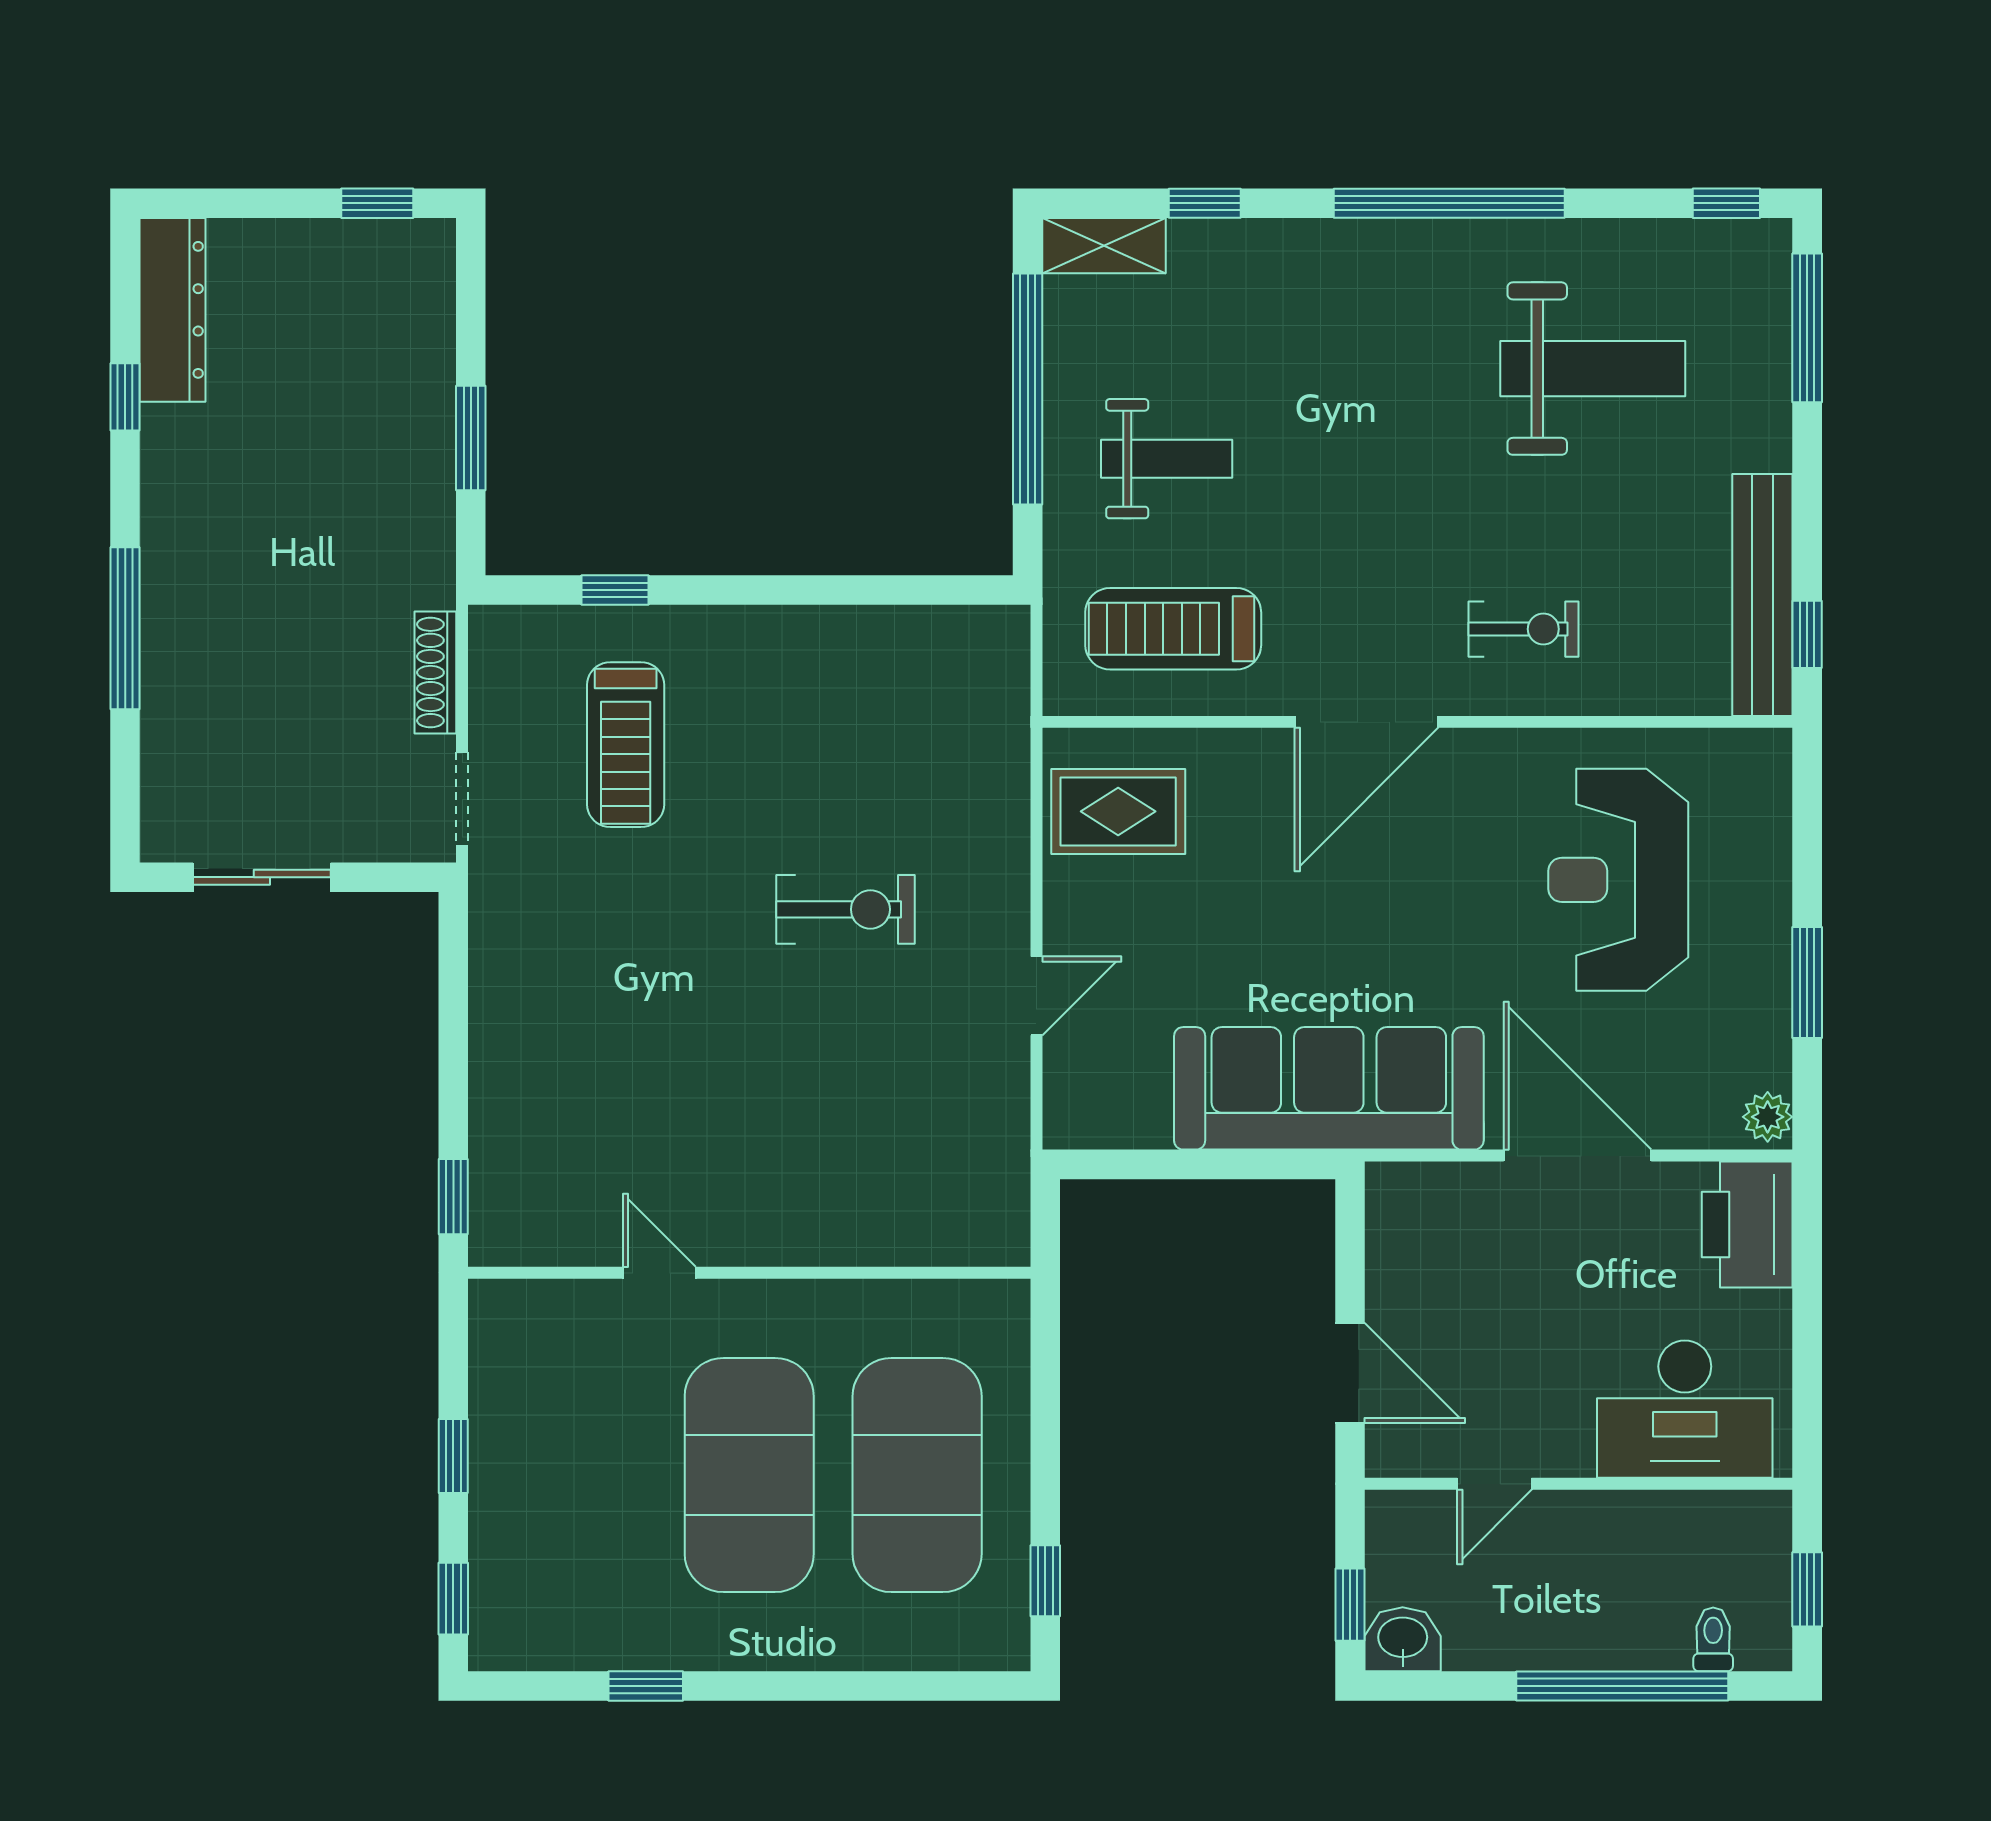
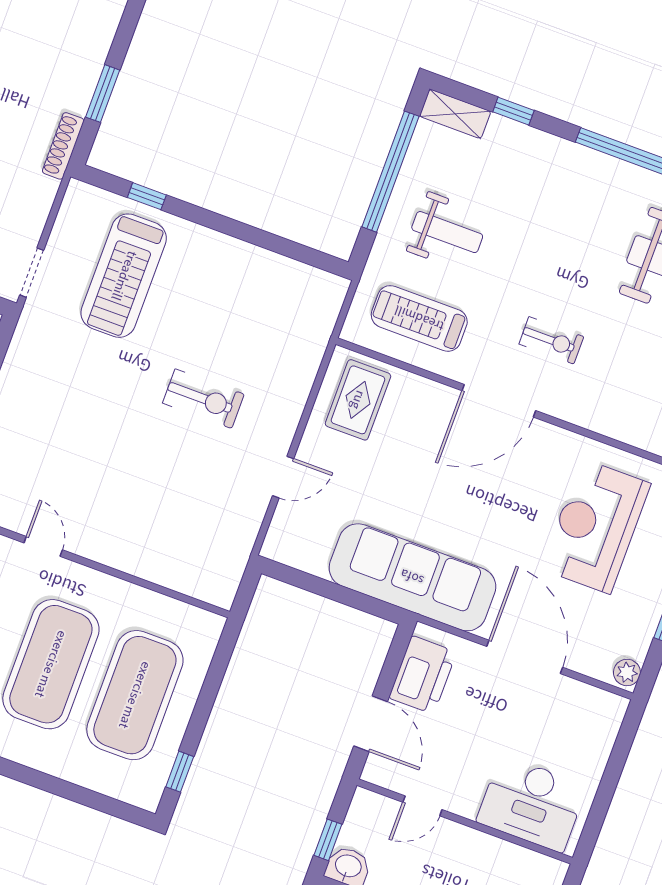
exercise bike: (1524, 629) -> (551, 340), moved
shoe rack: (435, 672) -> (63, 146), moved
treadmill: (626, 745) -> (124, 276), width x1.37, depth x1.37
rug: (1118, 811) -> (358, 400), turned 90
printer: (1747, 1225) -> (423, 675), moved, turned 180

